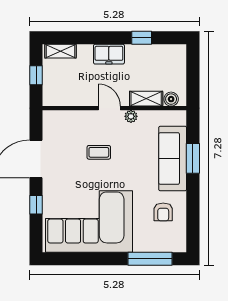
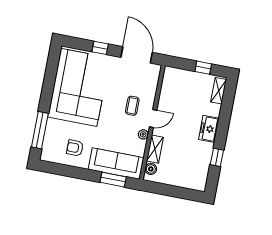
shelving: (146, 99) -> (155, 149), moved
boiler: (171, 99) -> (151, 169), moved
door: (109, 108) -> (153, 119), moved
wall: (114, 108) -> (152, 123), moved
plant: (131, 116) -> (143, 134), moved

